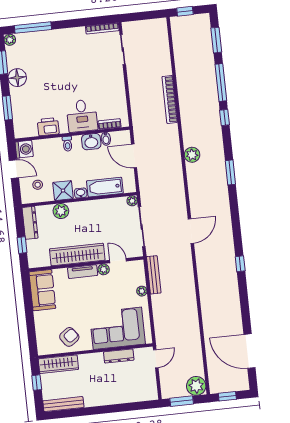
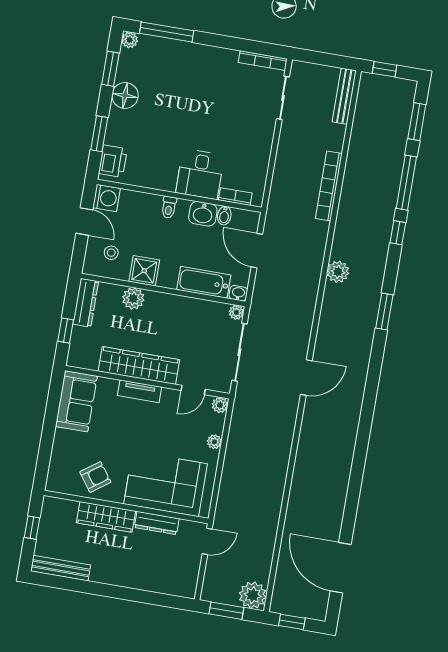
printer: (48, 127) -> (113, 161), moved, turned 90
washbasin: (81, 193) -> (238, 293), moved
door: (118, 261) -> (193, 390), swing flipped
window: (240, 264) -> (362, 442), removed
plant: (104, 269) -> (220, 405), moved
bench: (154, 275) -> (344, 96), moved
wardrobe: (58, 364) -> (106, 517), moved

